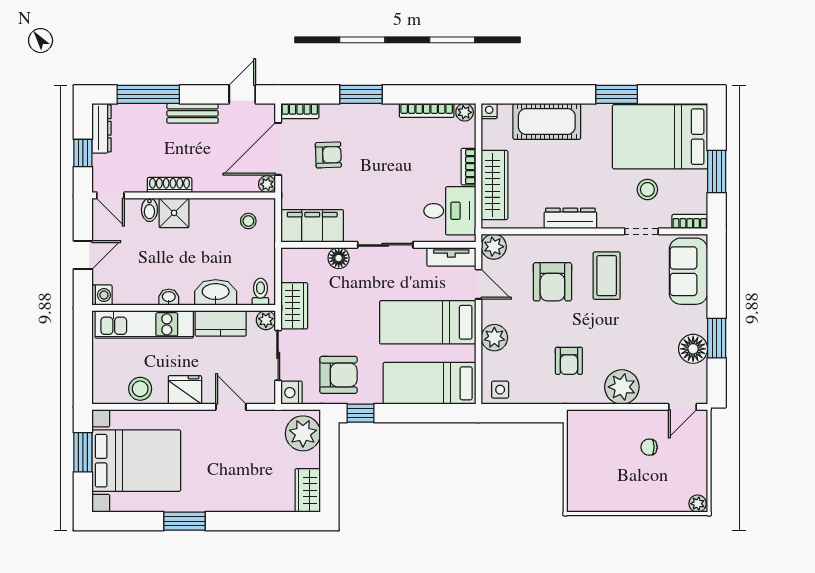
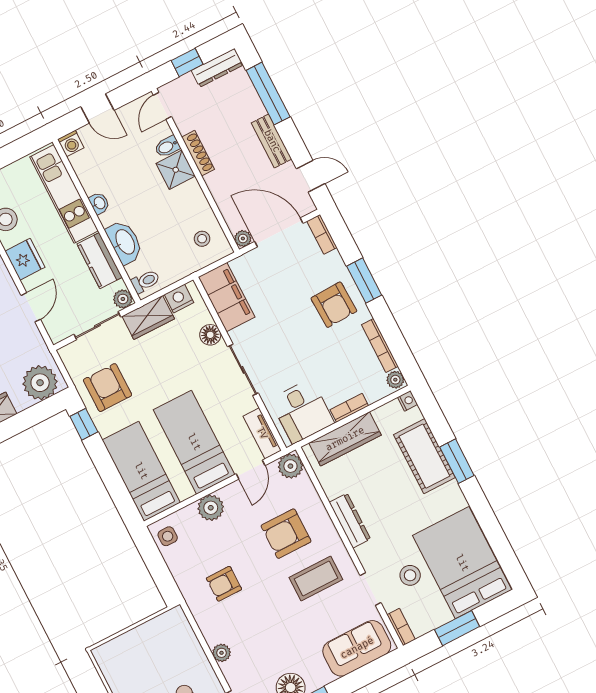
window: (617, 94) -> (457, 461), moved
armchair: (328, 155) -> (334, 305), moved, width x1.38, depth x1.38
armchair: (339, 375) -> (107, 388), turned 180
plant: (622, 387) -> (222, 653), width x0.53, depth x0.53
nightstand: (292, 393) -> (179, 299), moved

